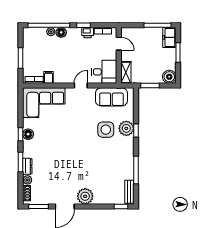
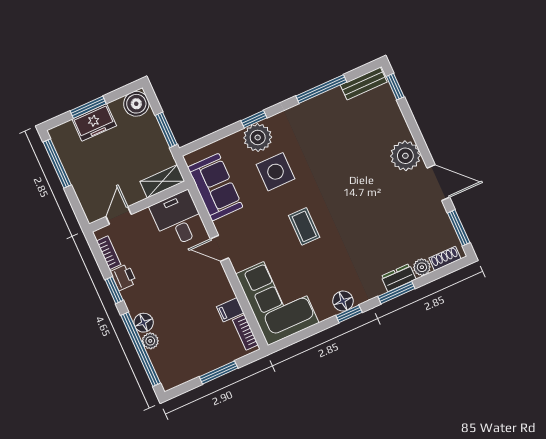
freezer: (169, 37) -> (94, 122), moved
coffee table: (73, 132) -> (304, 226), added

